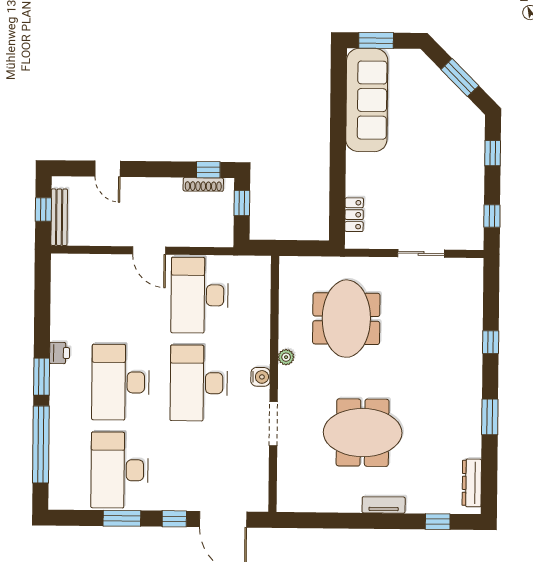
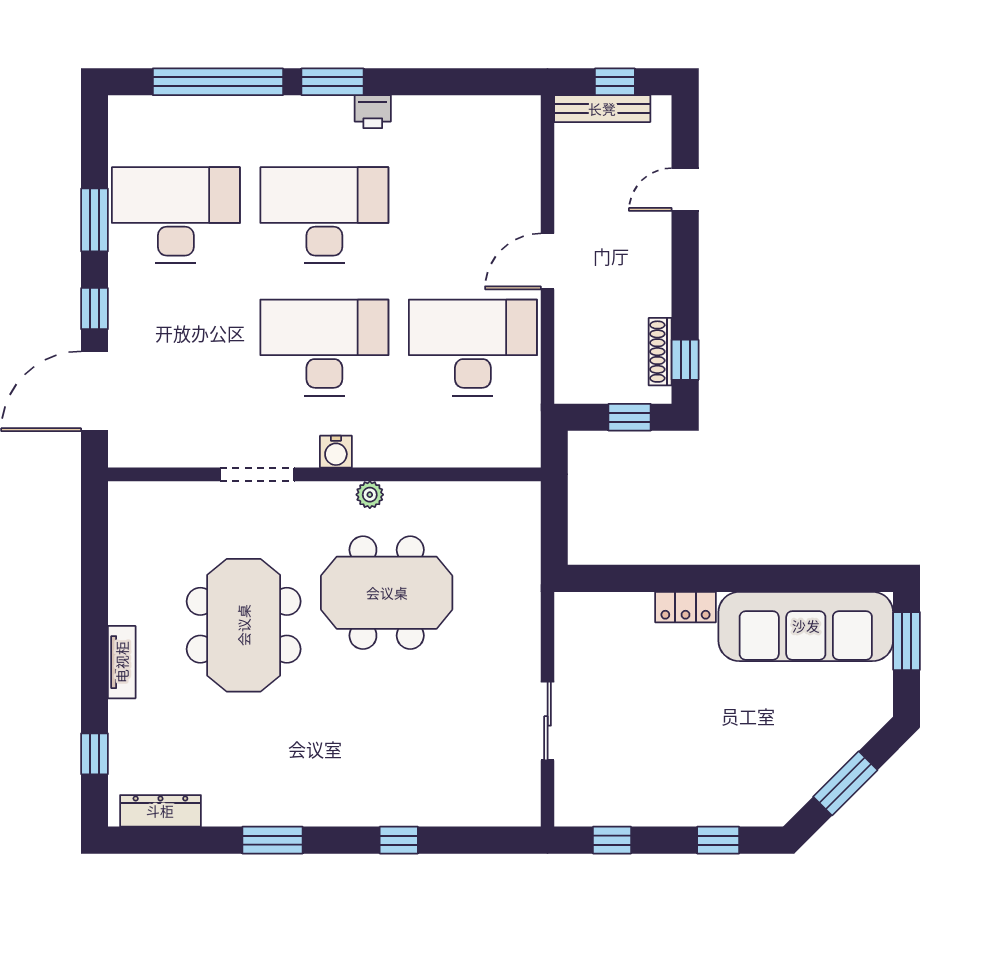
locker: (354, 215) -> (685, 607), moved
meeting table: (346, 319) -> (387, 593), moved

